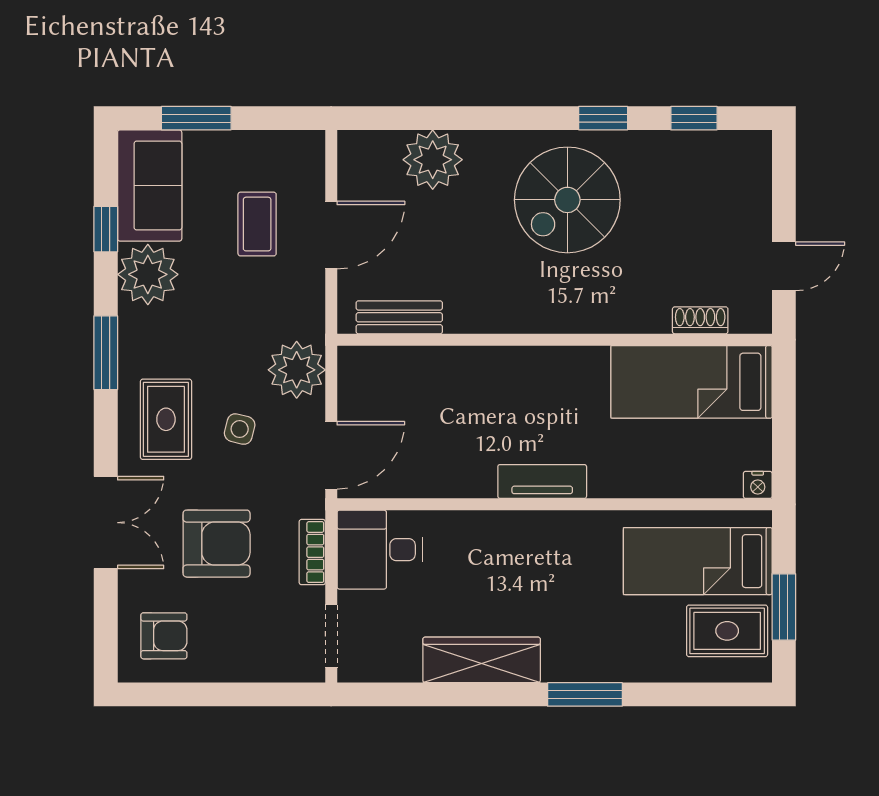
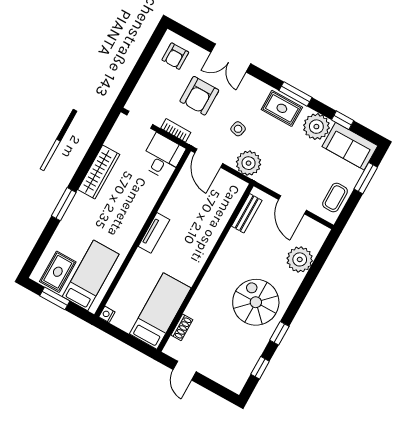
coffee table: (257, 224) -> (335, 198), moved, turned 90
rug: (166, 419) -> (282, 108), moved

